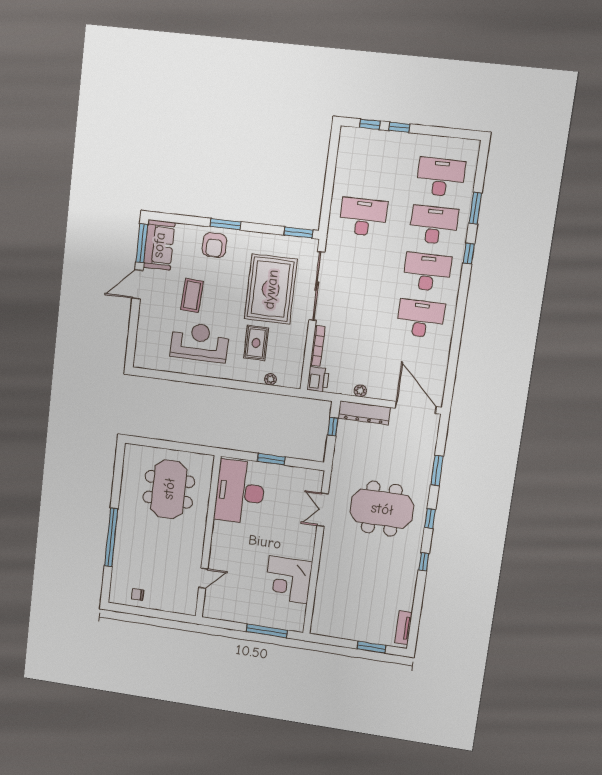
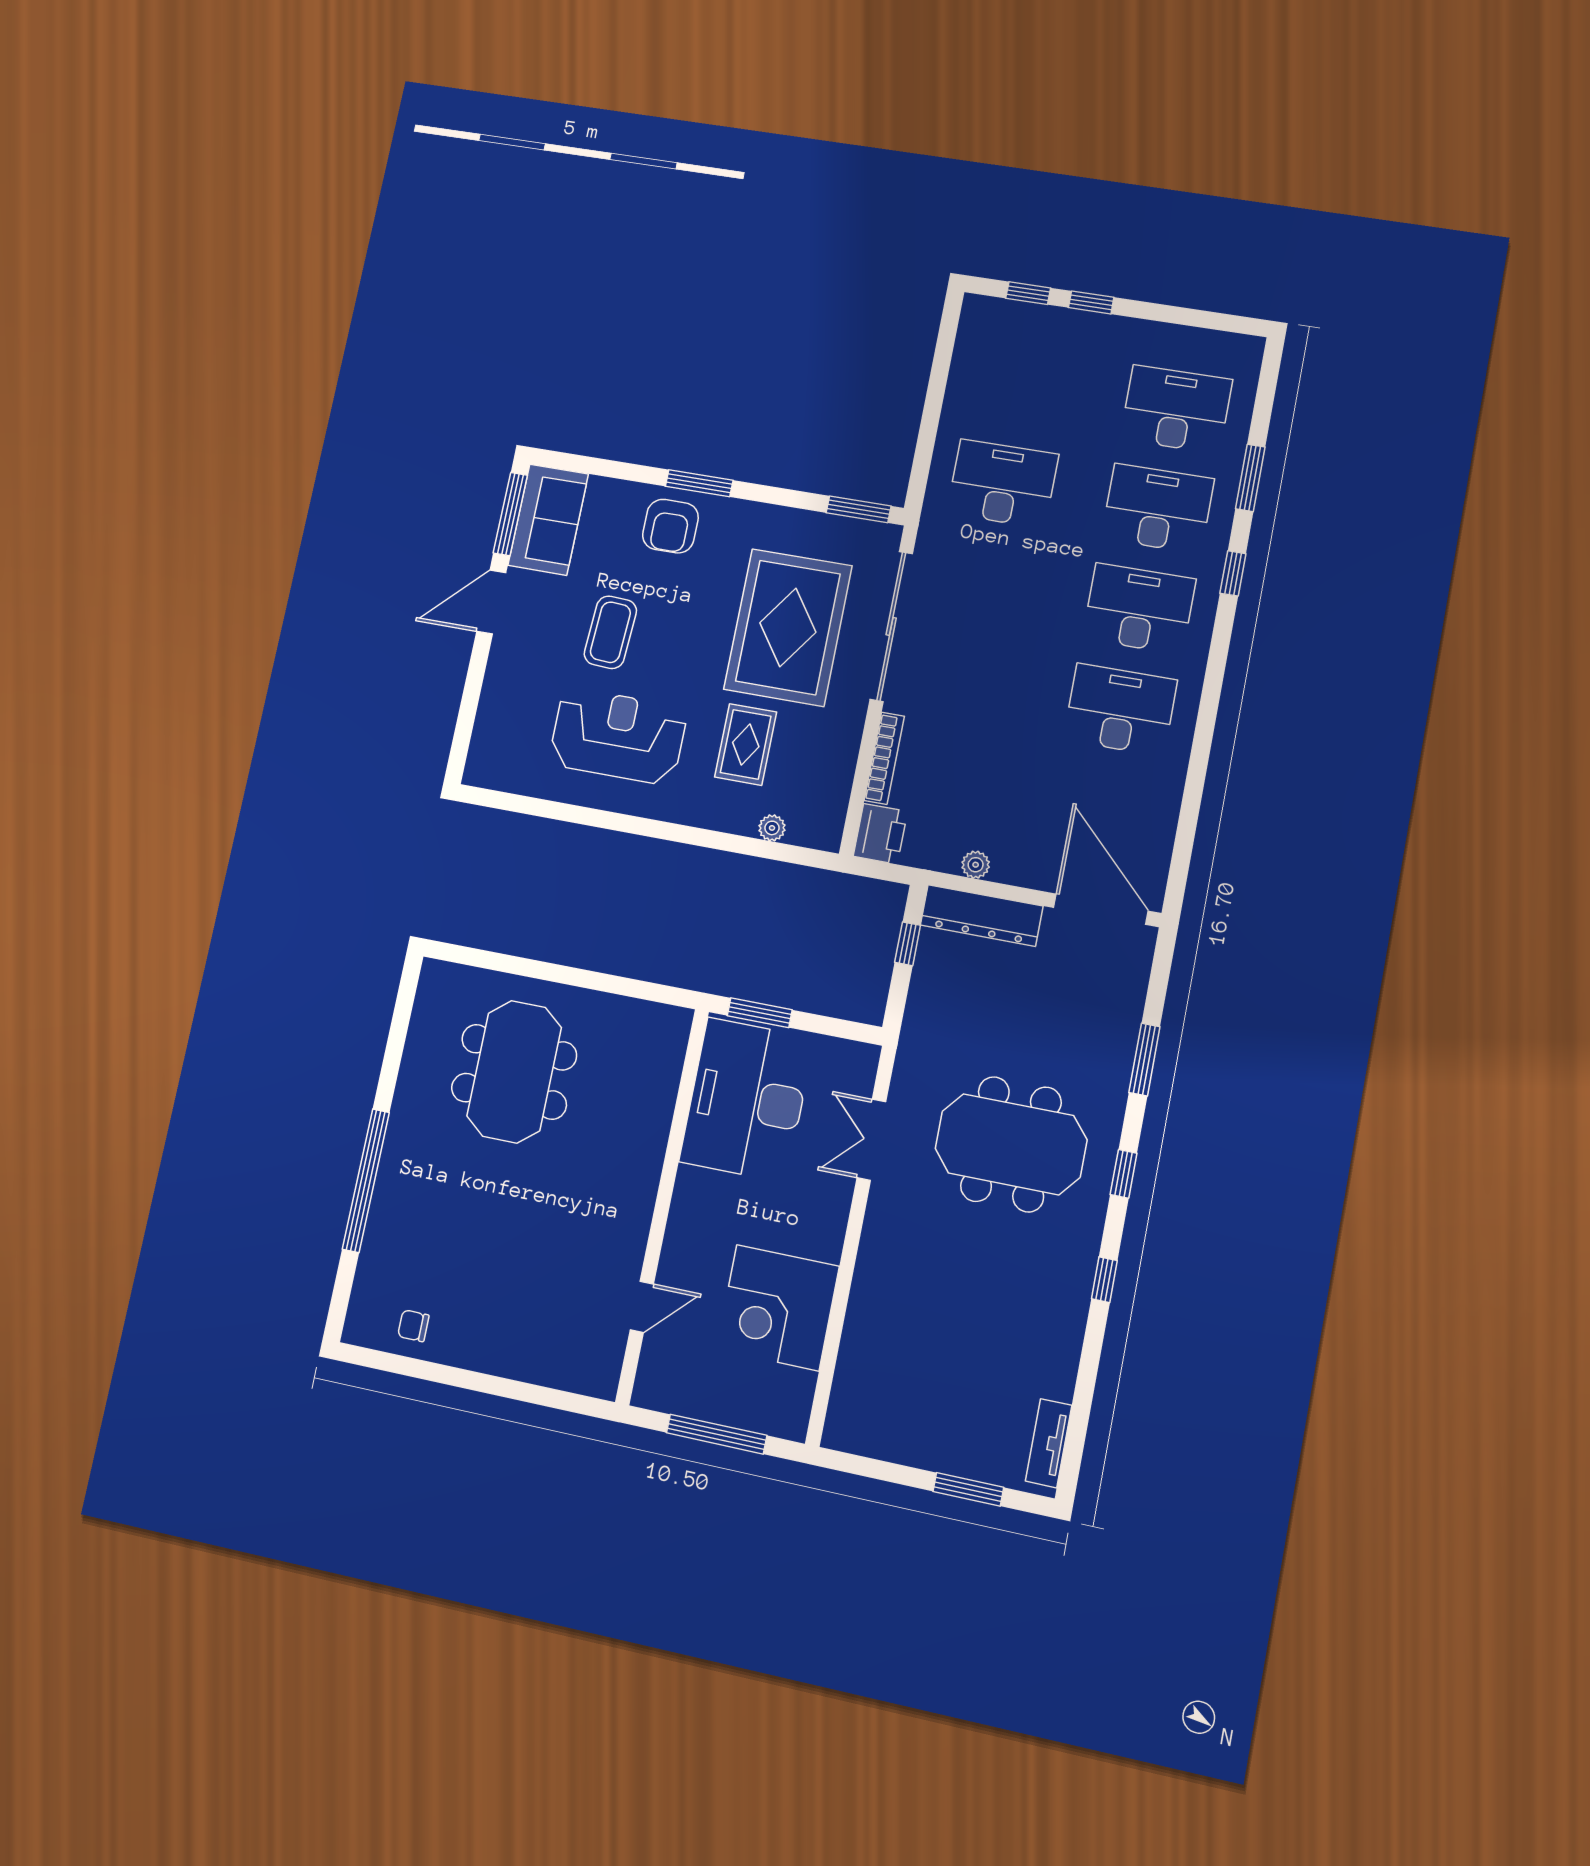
desk: (240, 492) -> (747, 1100), moved
wall: (208, 537) -> (662, 1205), moved
door: (203, 578) -> (642, 1307), moved

